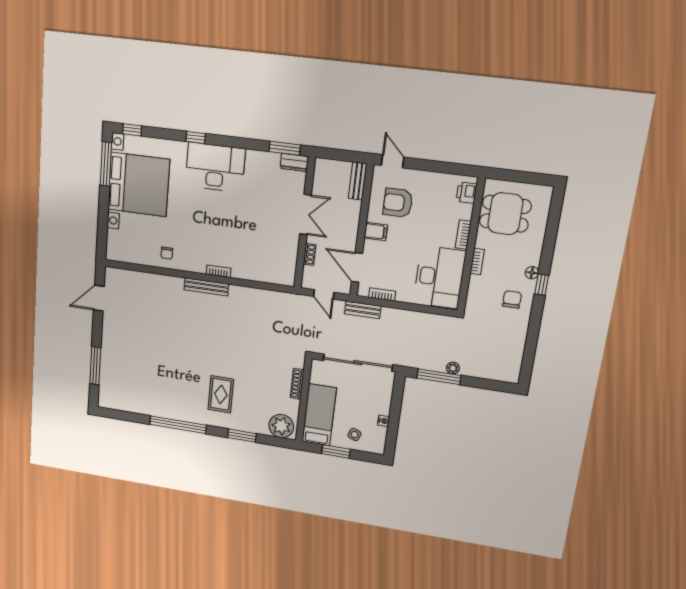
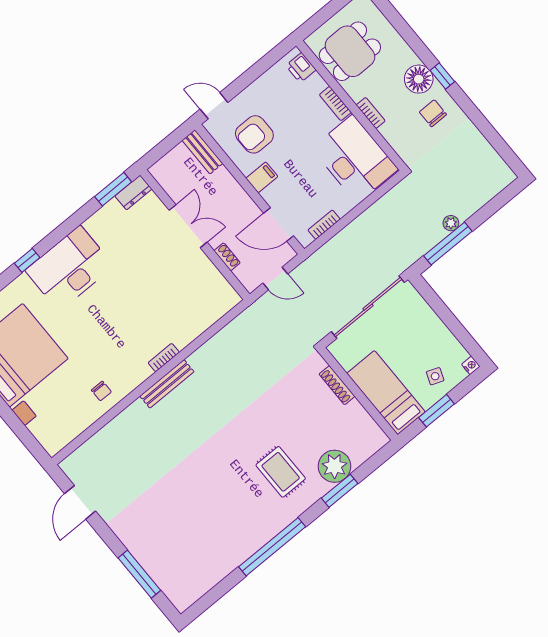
floor lamp: (532, 273) -> (419, 79), width x1.89, depth x1.89
bench: (363, 310) -> (322, 256), removed
nightstand: (384, 421) -> (471, 365), moved
plant: (281, 426) -> (334, 466), moved

